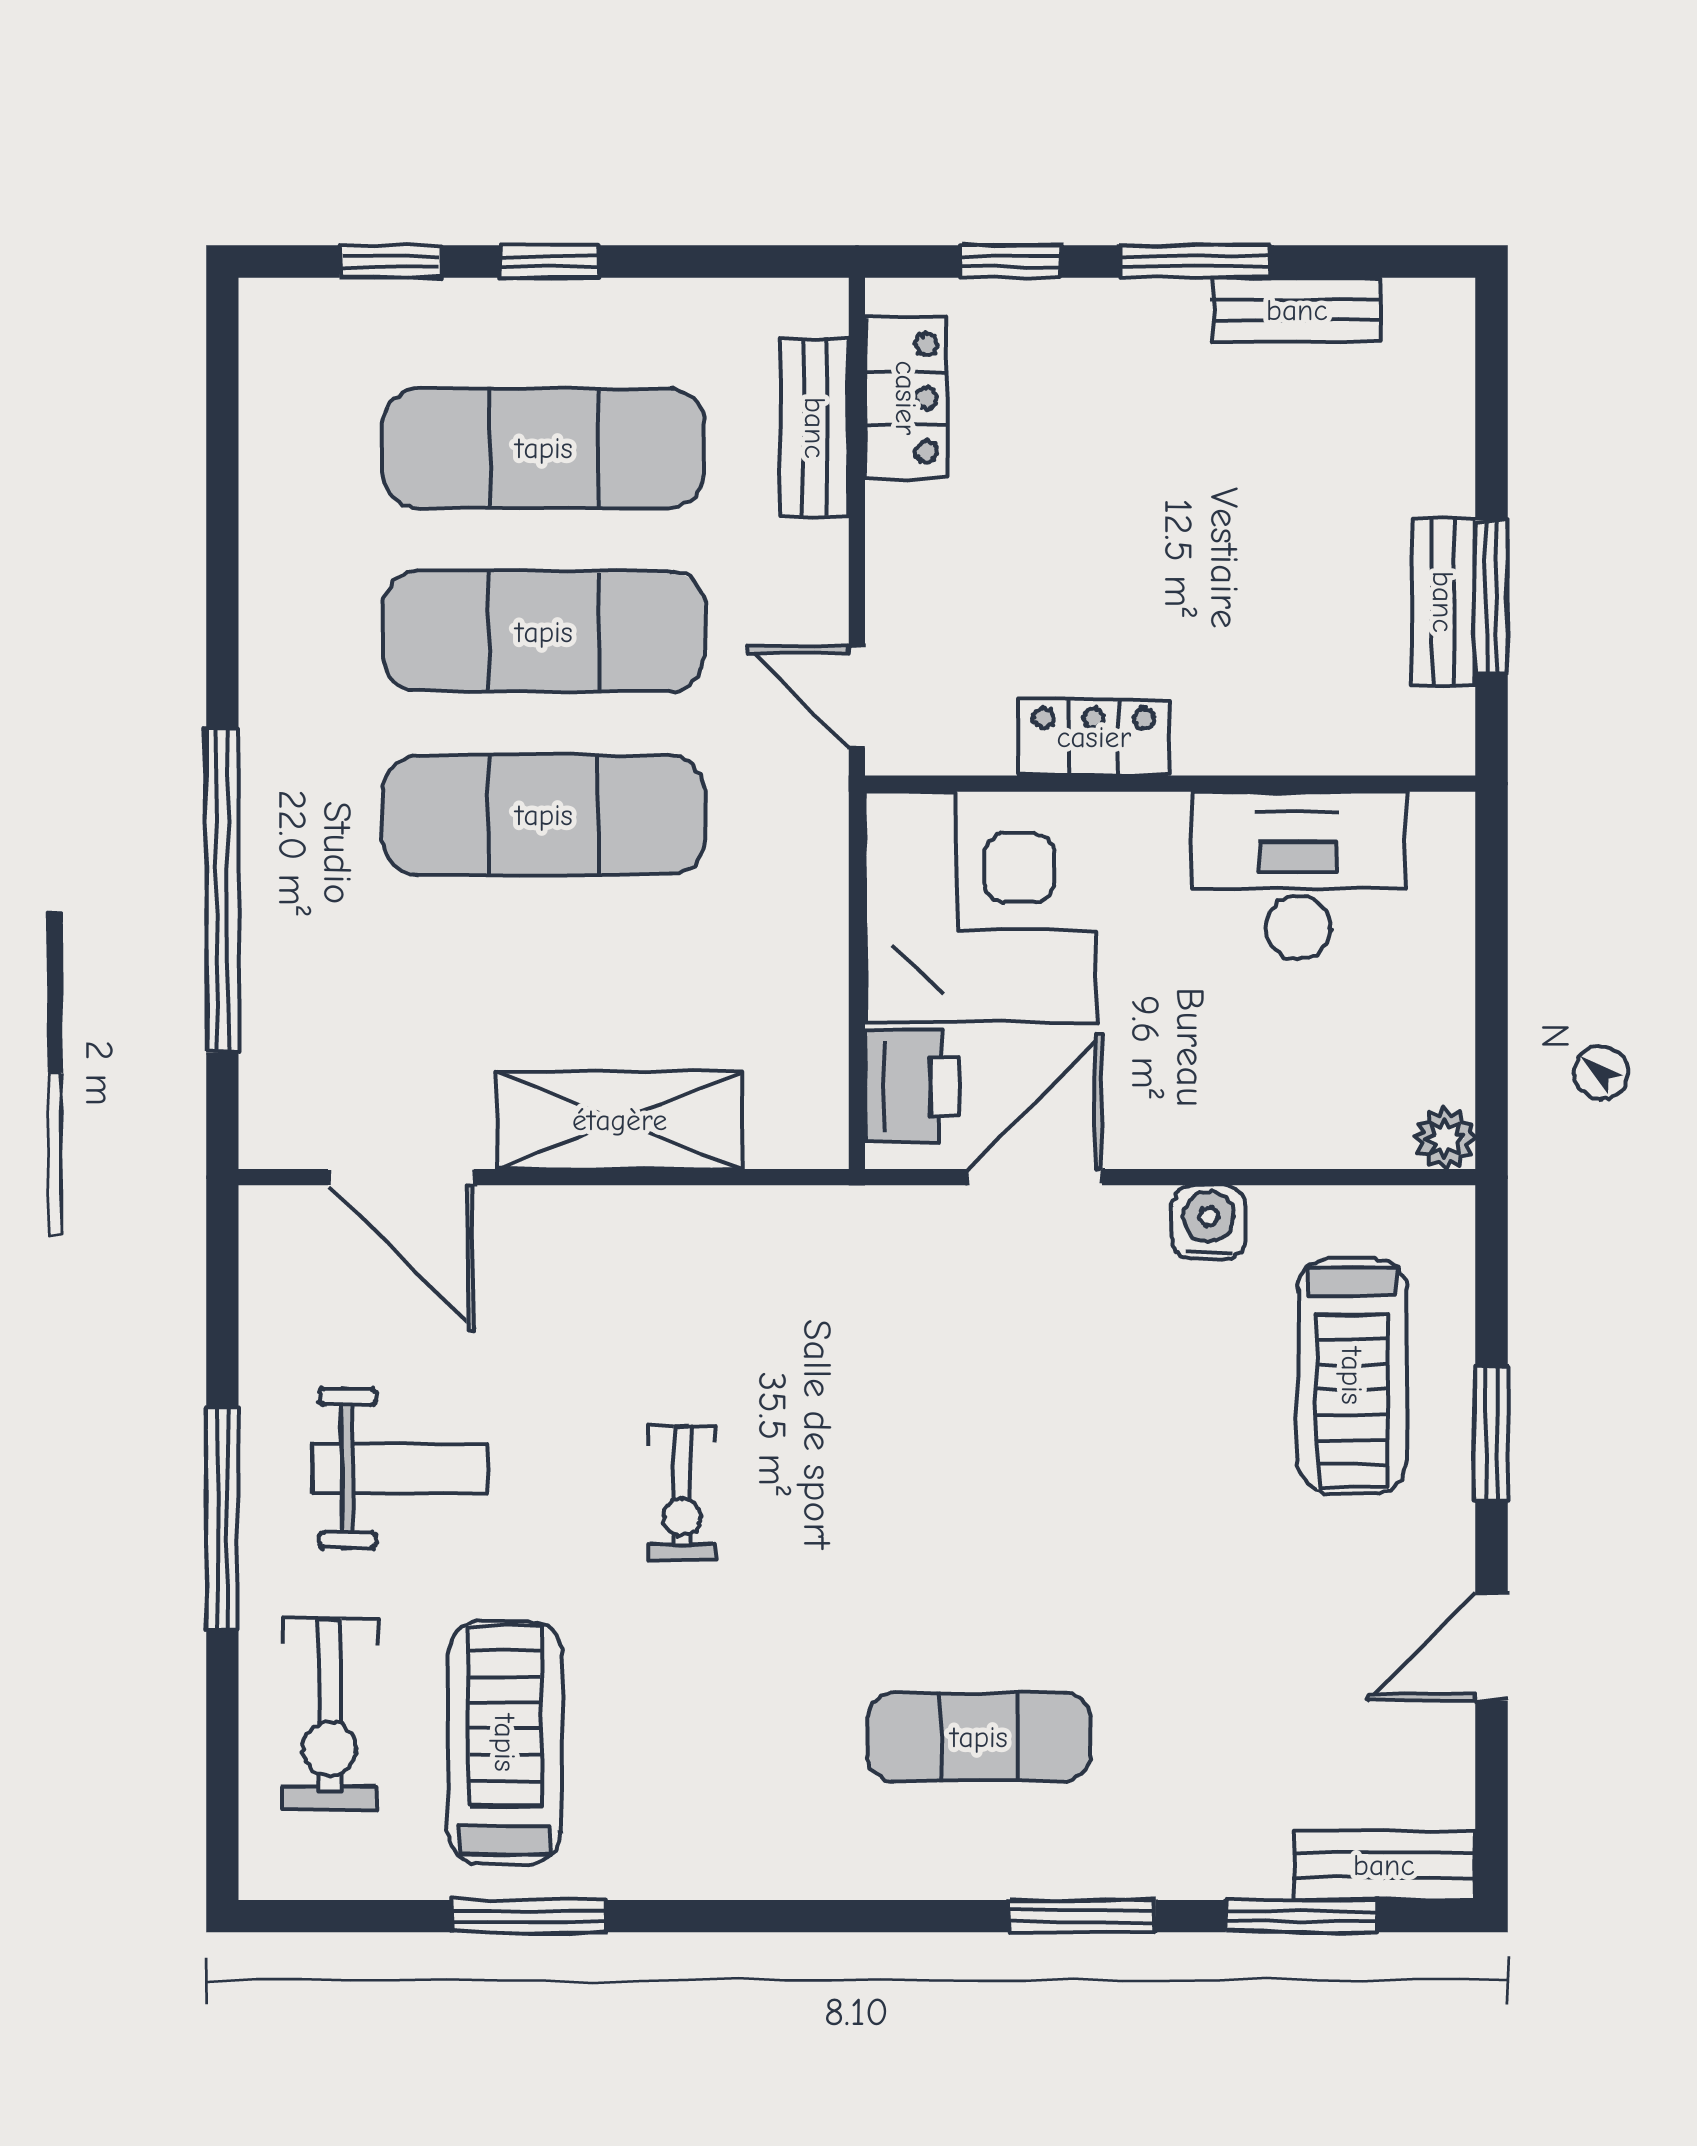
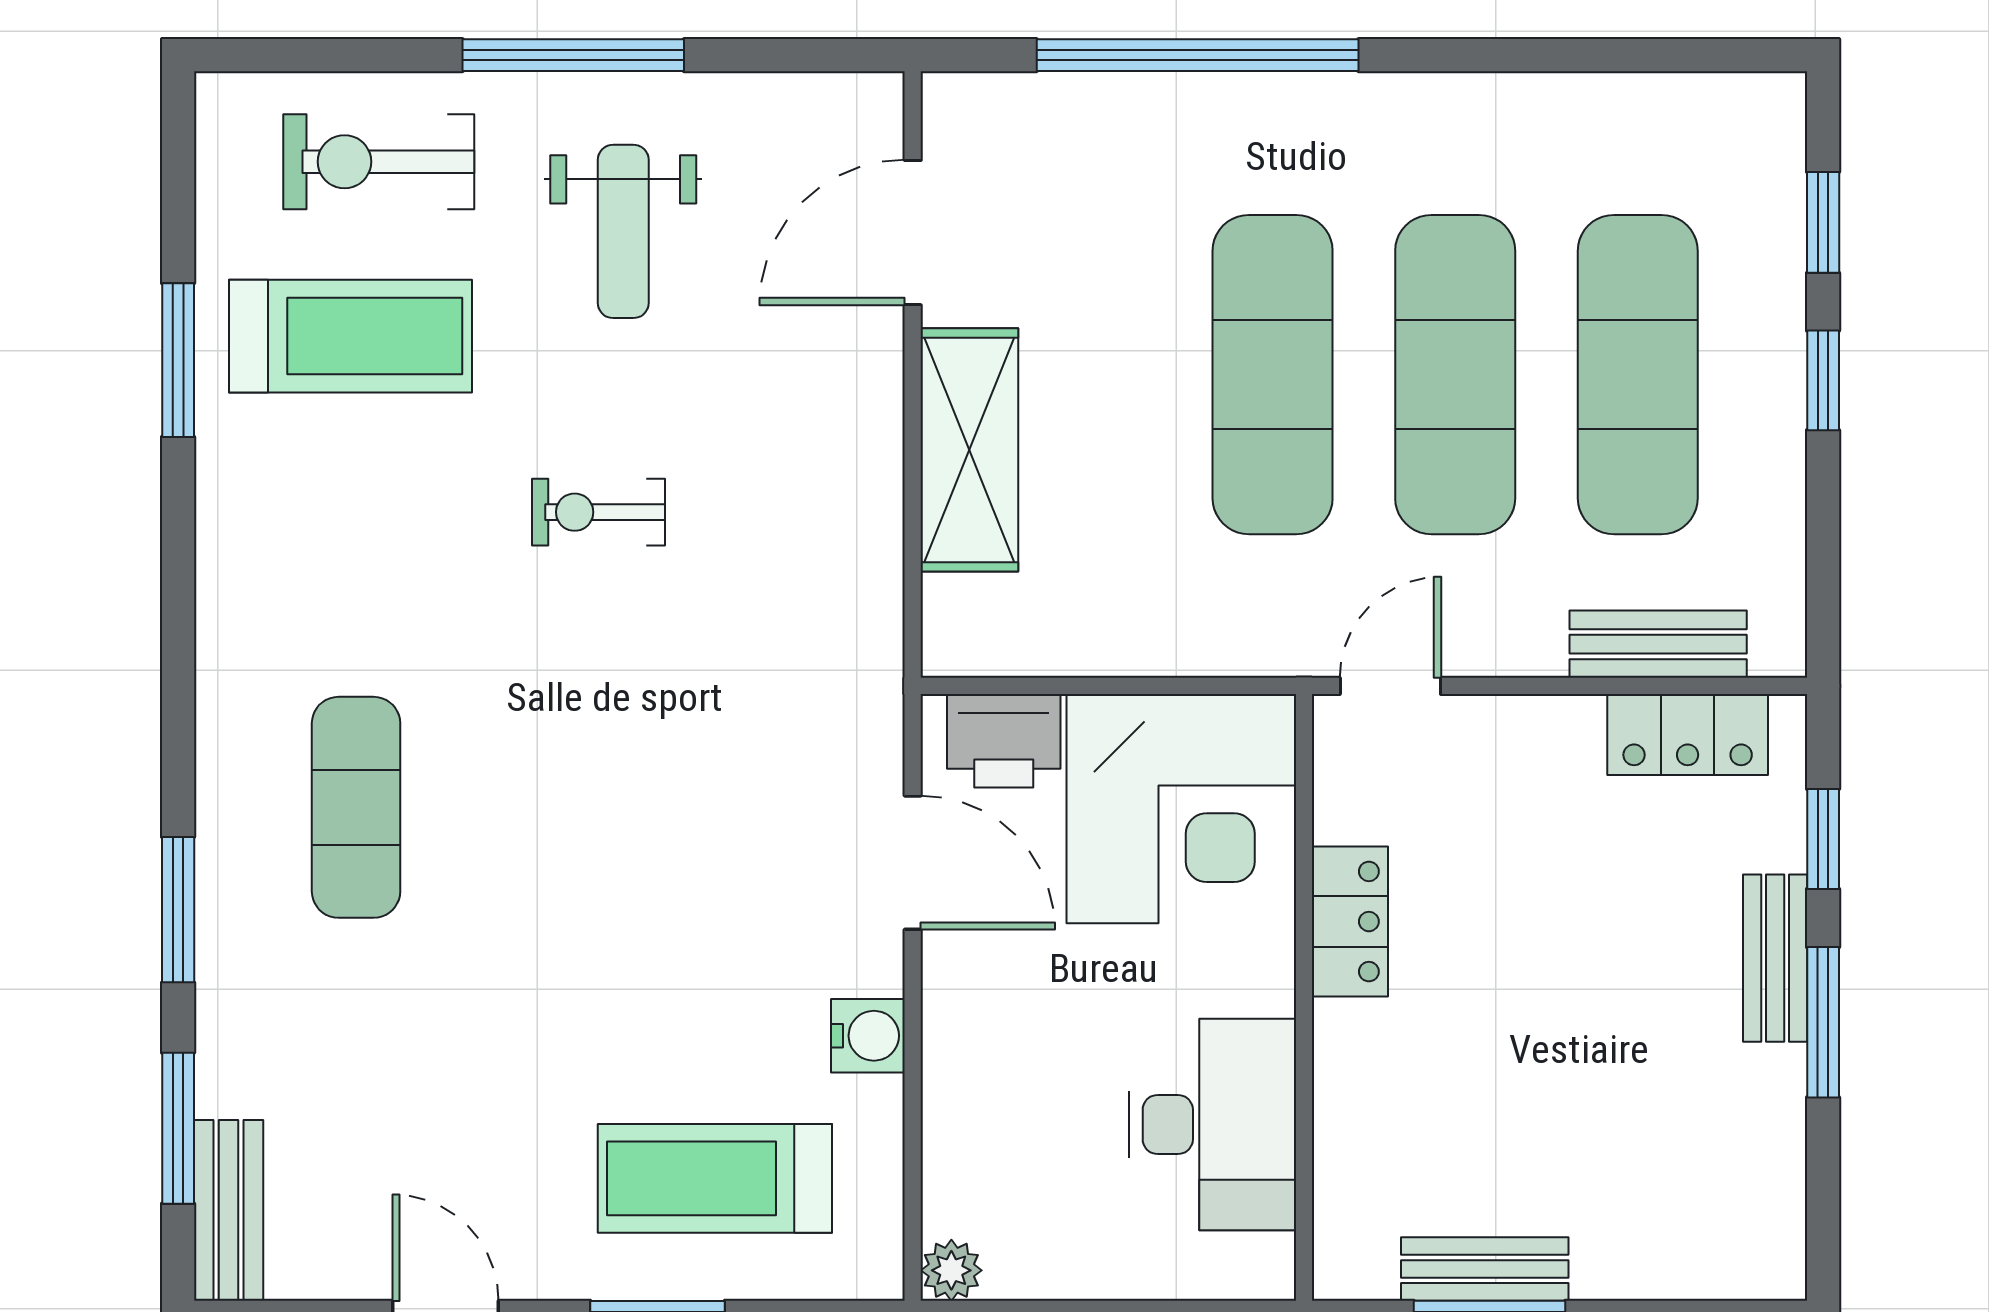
bench: (1297, 310) -> (1775, 958), moved

